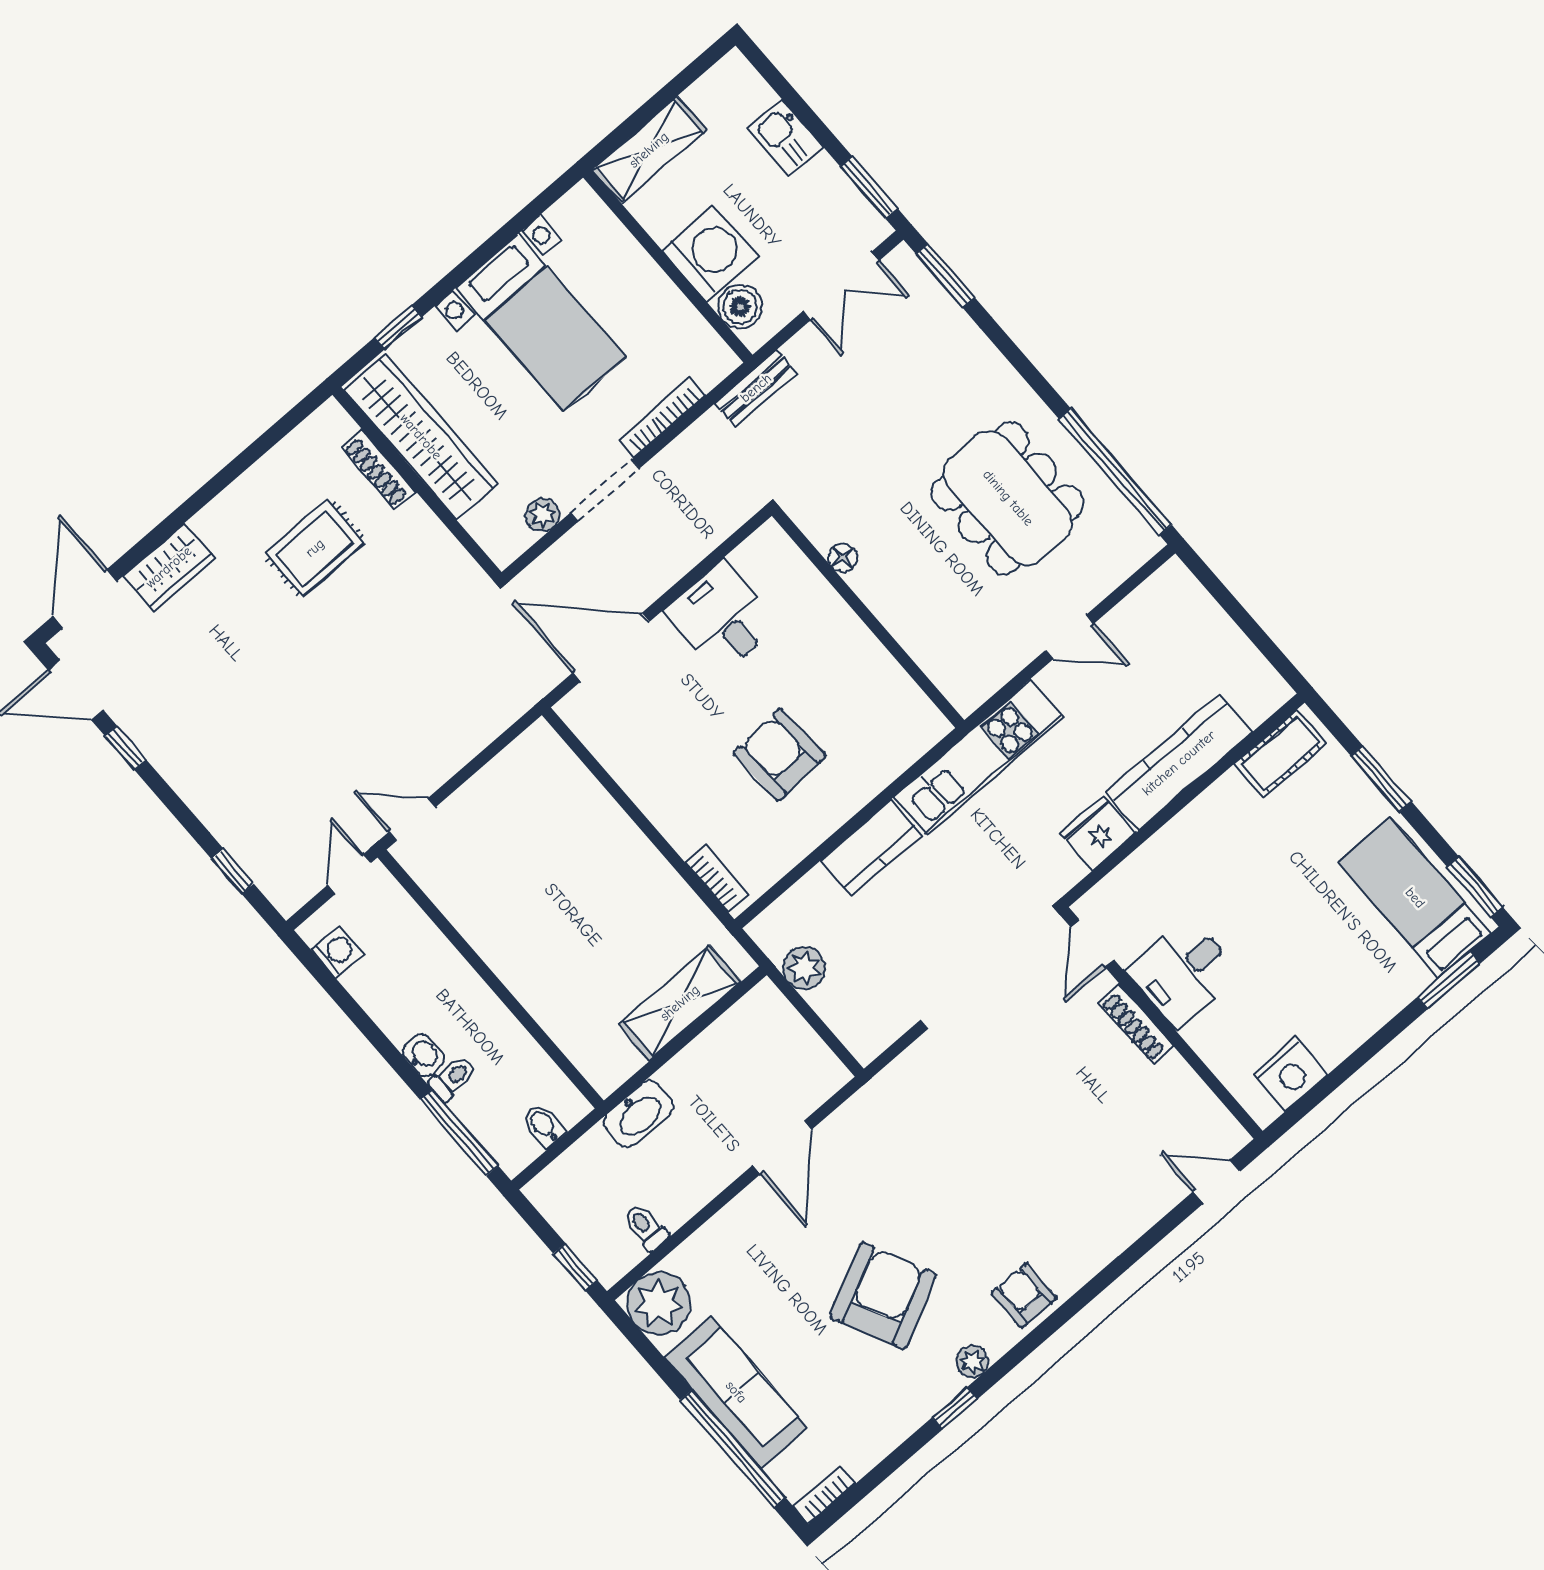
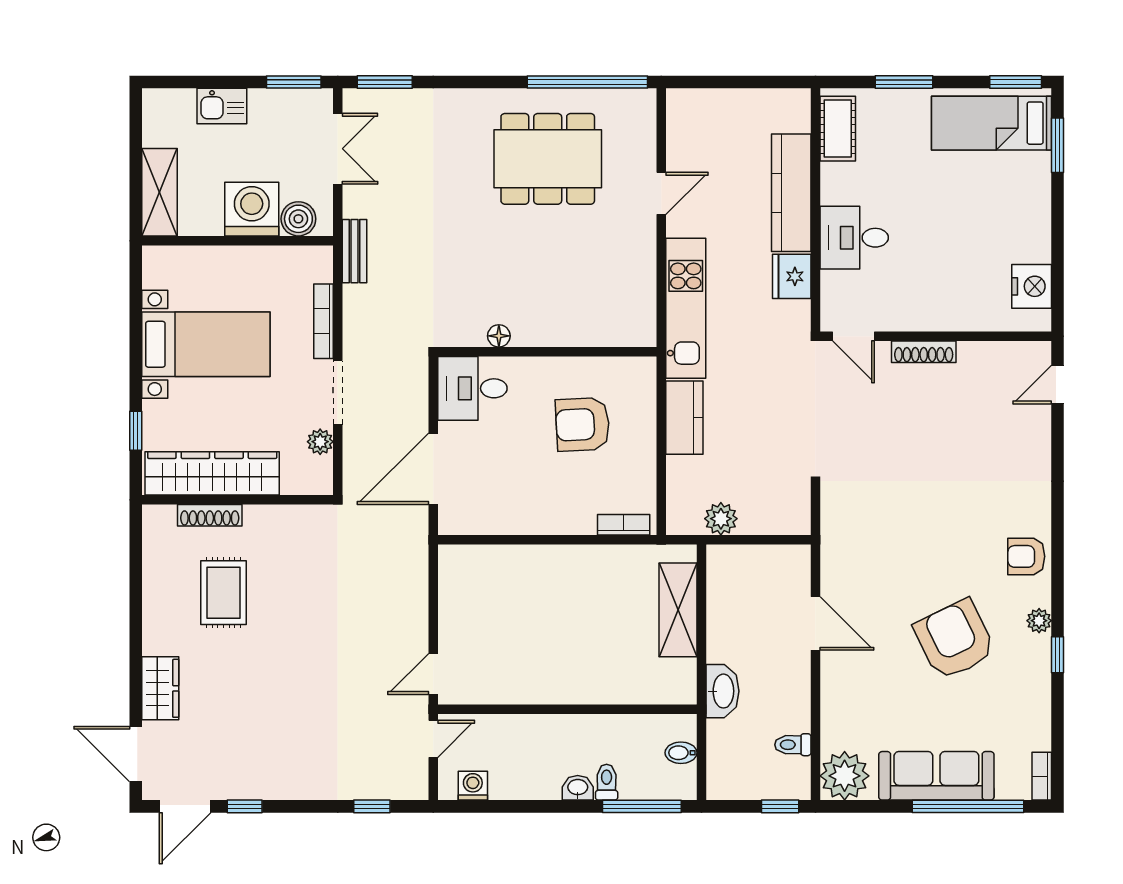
floor lamp: (843, 558) -> (499, 336), moved
wall: (868, 618) -> (547, 352), moved
door: (349, 874) -> (433, 739), swing flipped
desk: (1183, 972) -> (854, 238), moved, turned 90

